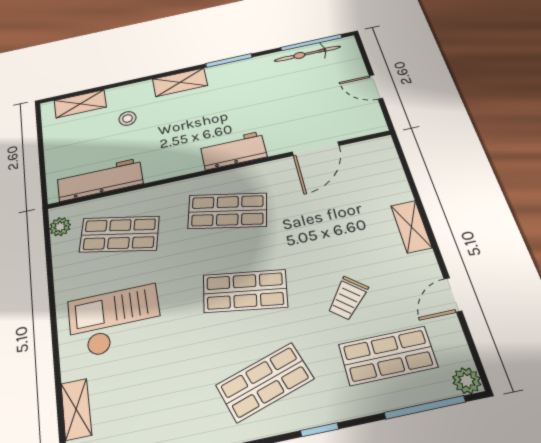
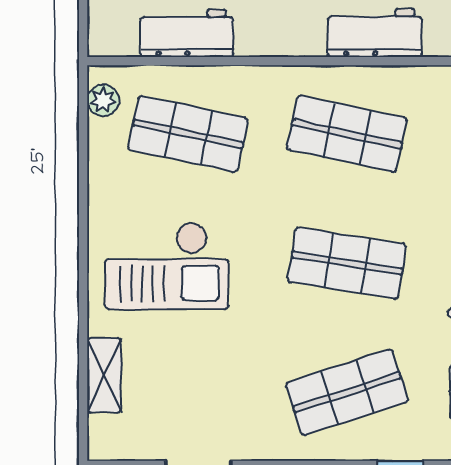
workbench: (100, 180) -> (187, 33), width x0.73
checkout: (115, 321) -> (167, 266), turned 180

